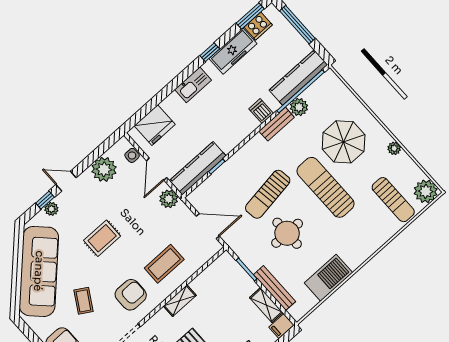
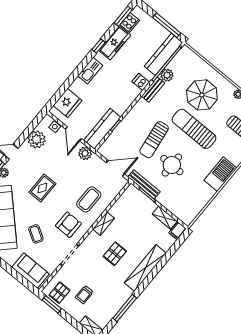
window: (297, 25) -> (167, 25), moved
barbecue: (328, 278) -> (220, 174), moved
bench: (275, 288) -> (144, 184), moved

